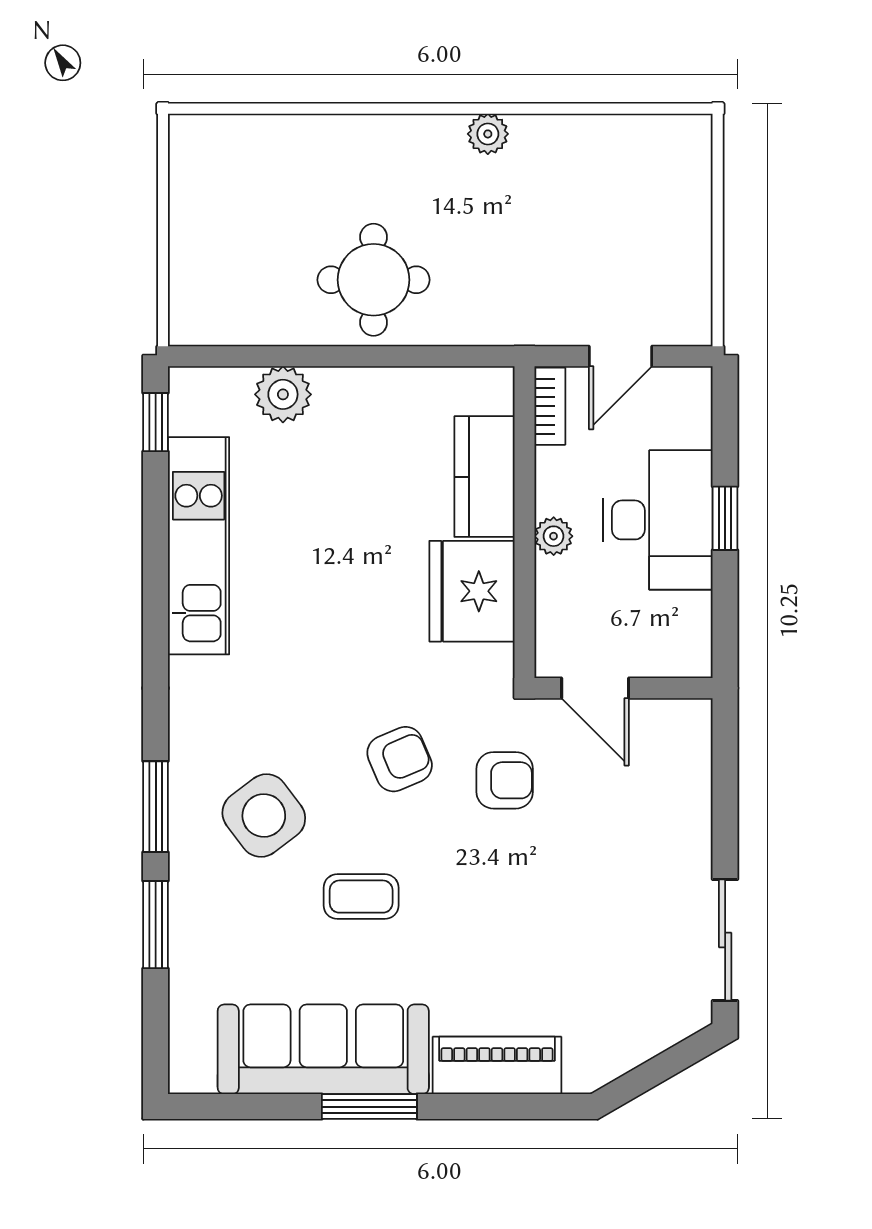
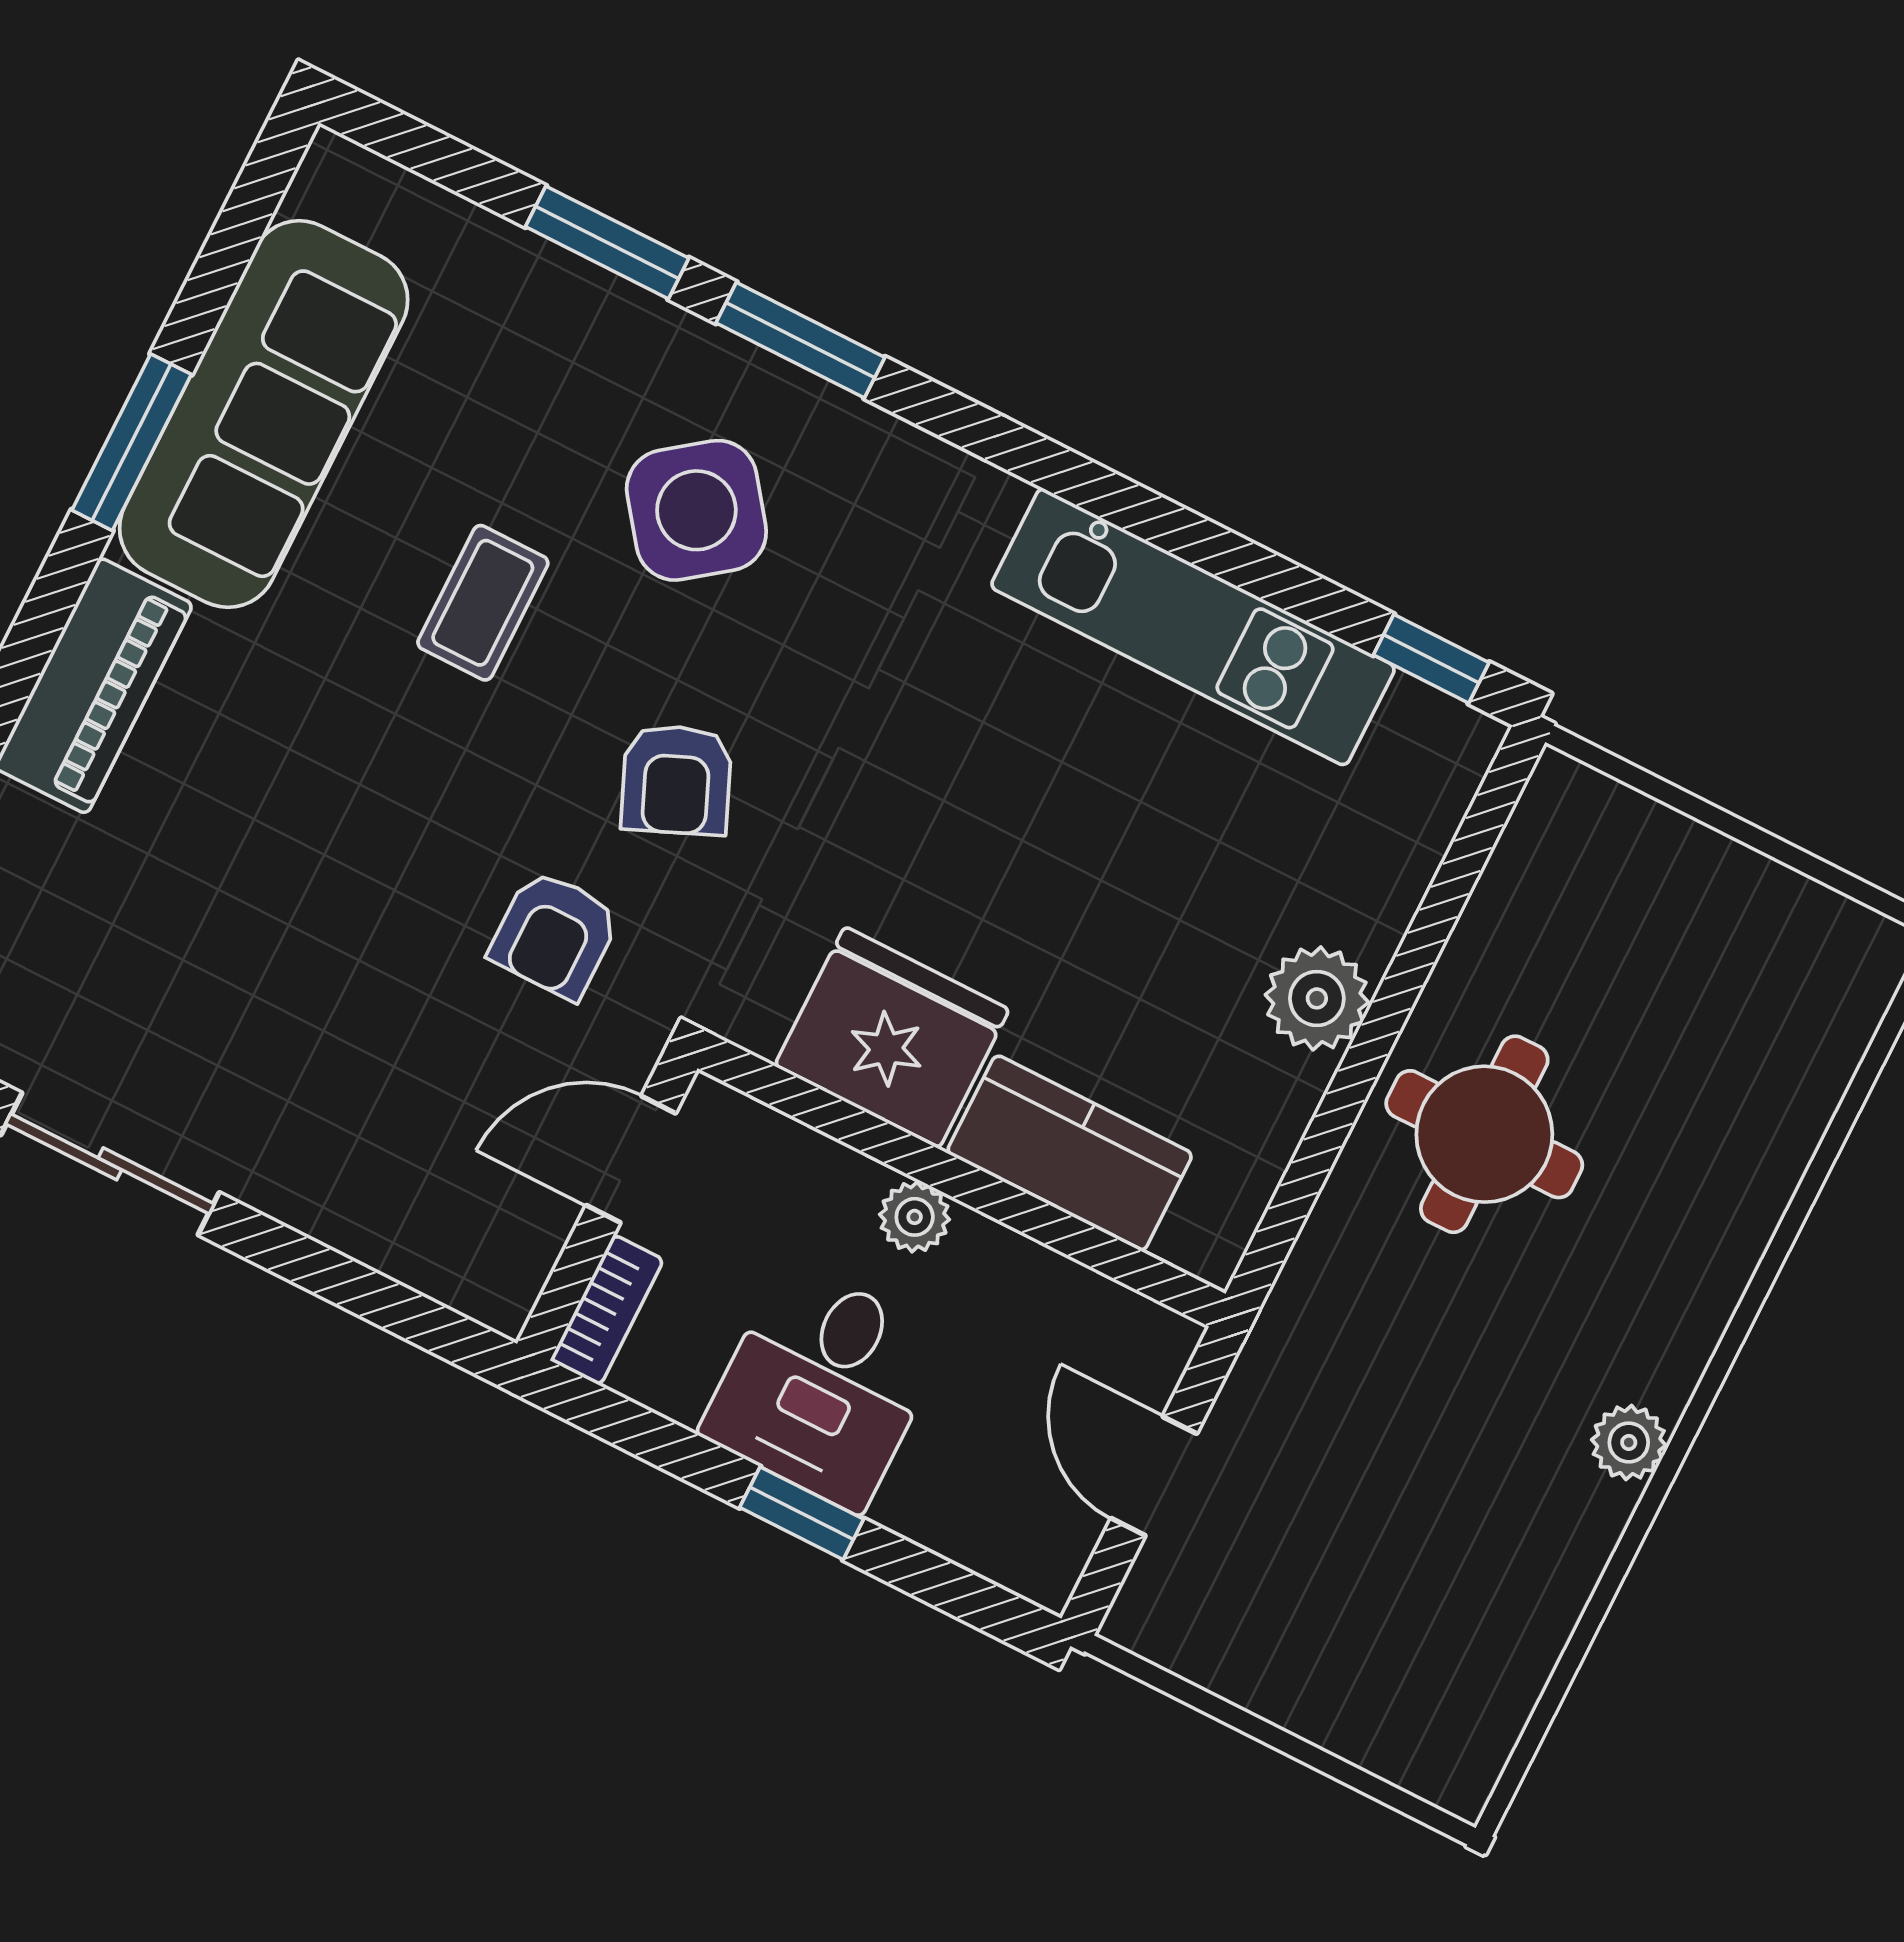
plant: (283, 394) -> (1317, 998), moved
bookcase: (550, 406) -> (607, 1310), moved, turned -90
desk: (658, 520) -> (824, 1386), width x0.73

